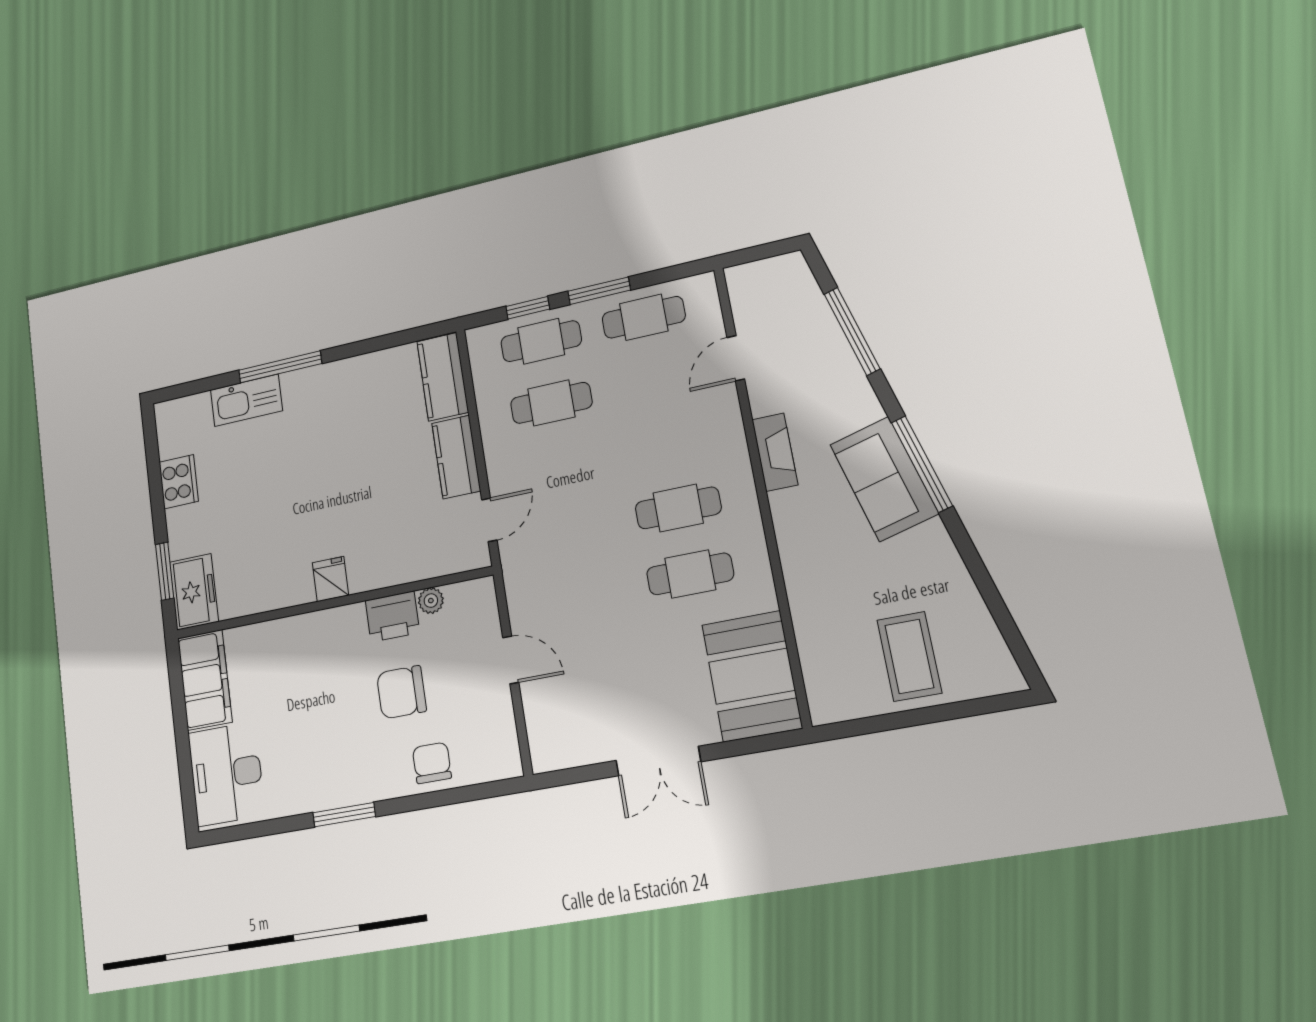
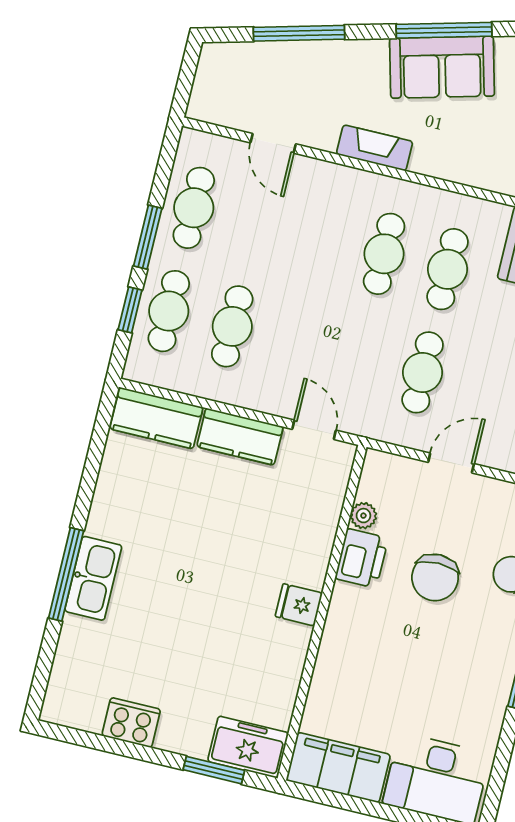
kitchen sink: (246, 400) -> (93, 578), moved
cafe table: (583, 595) -> (423, 372), added

